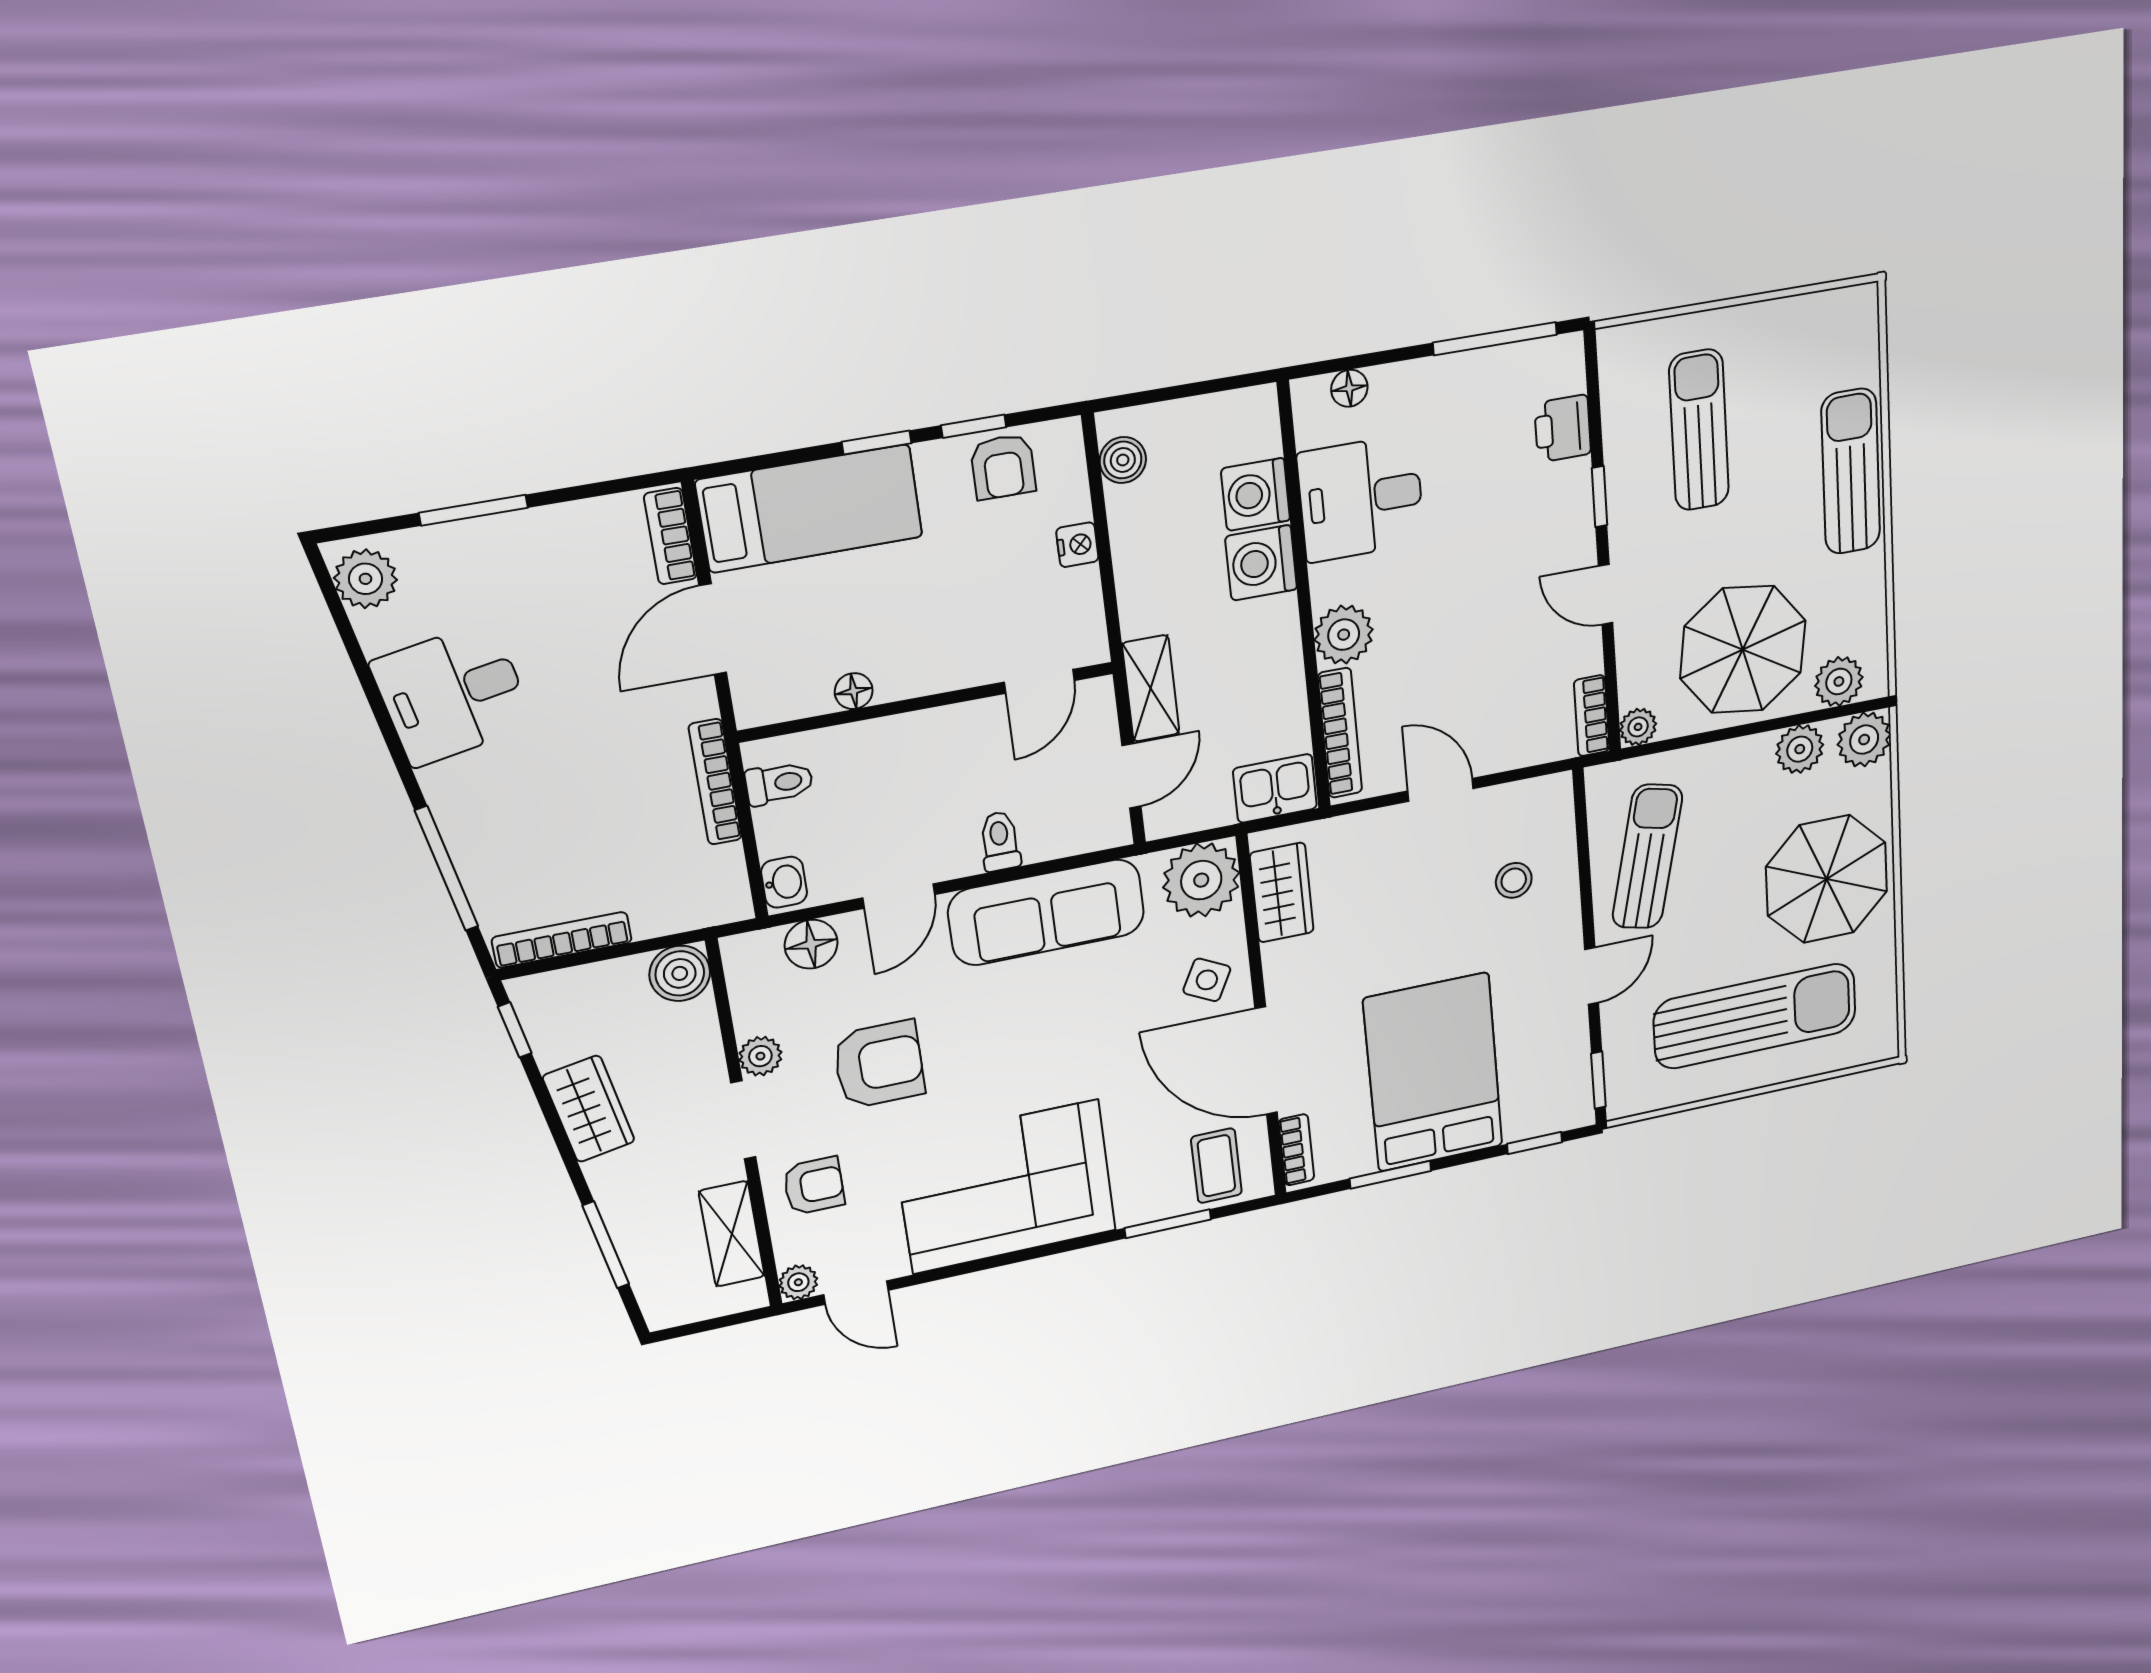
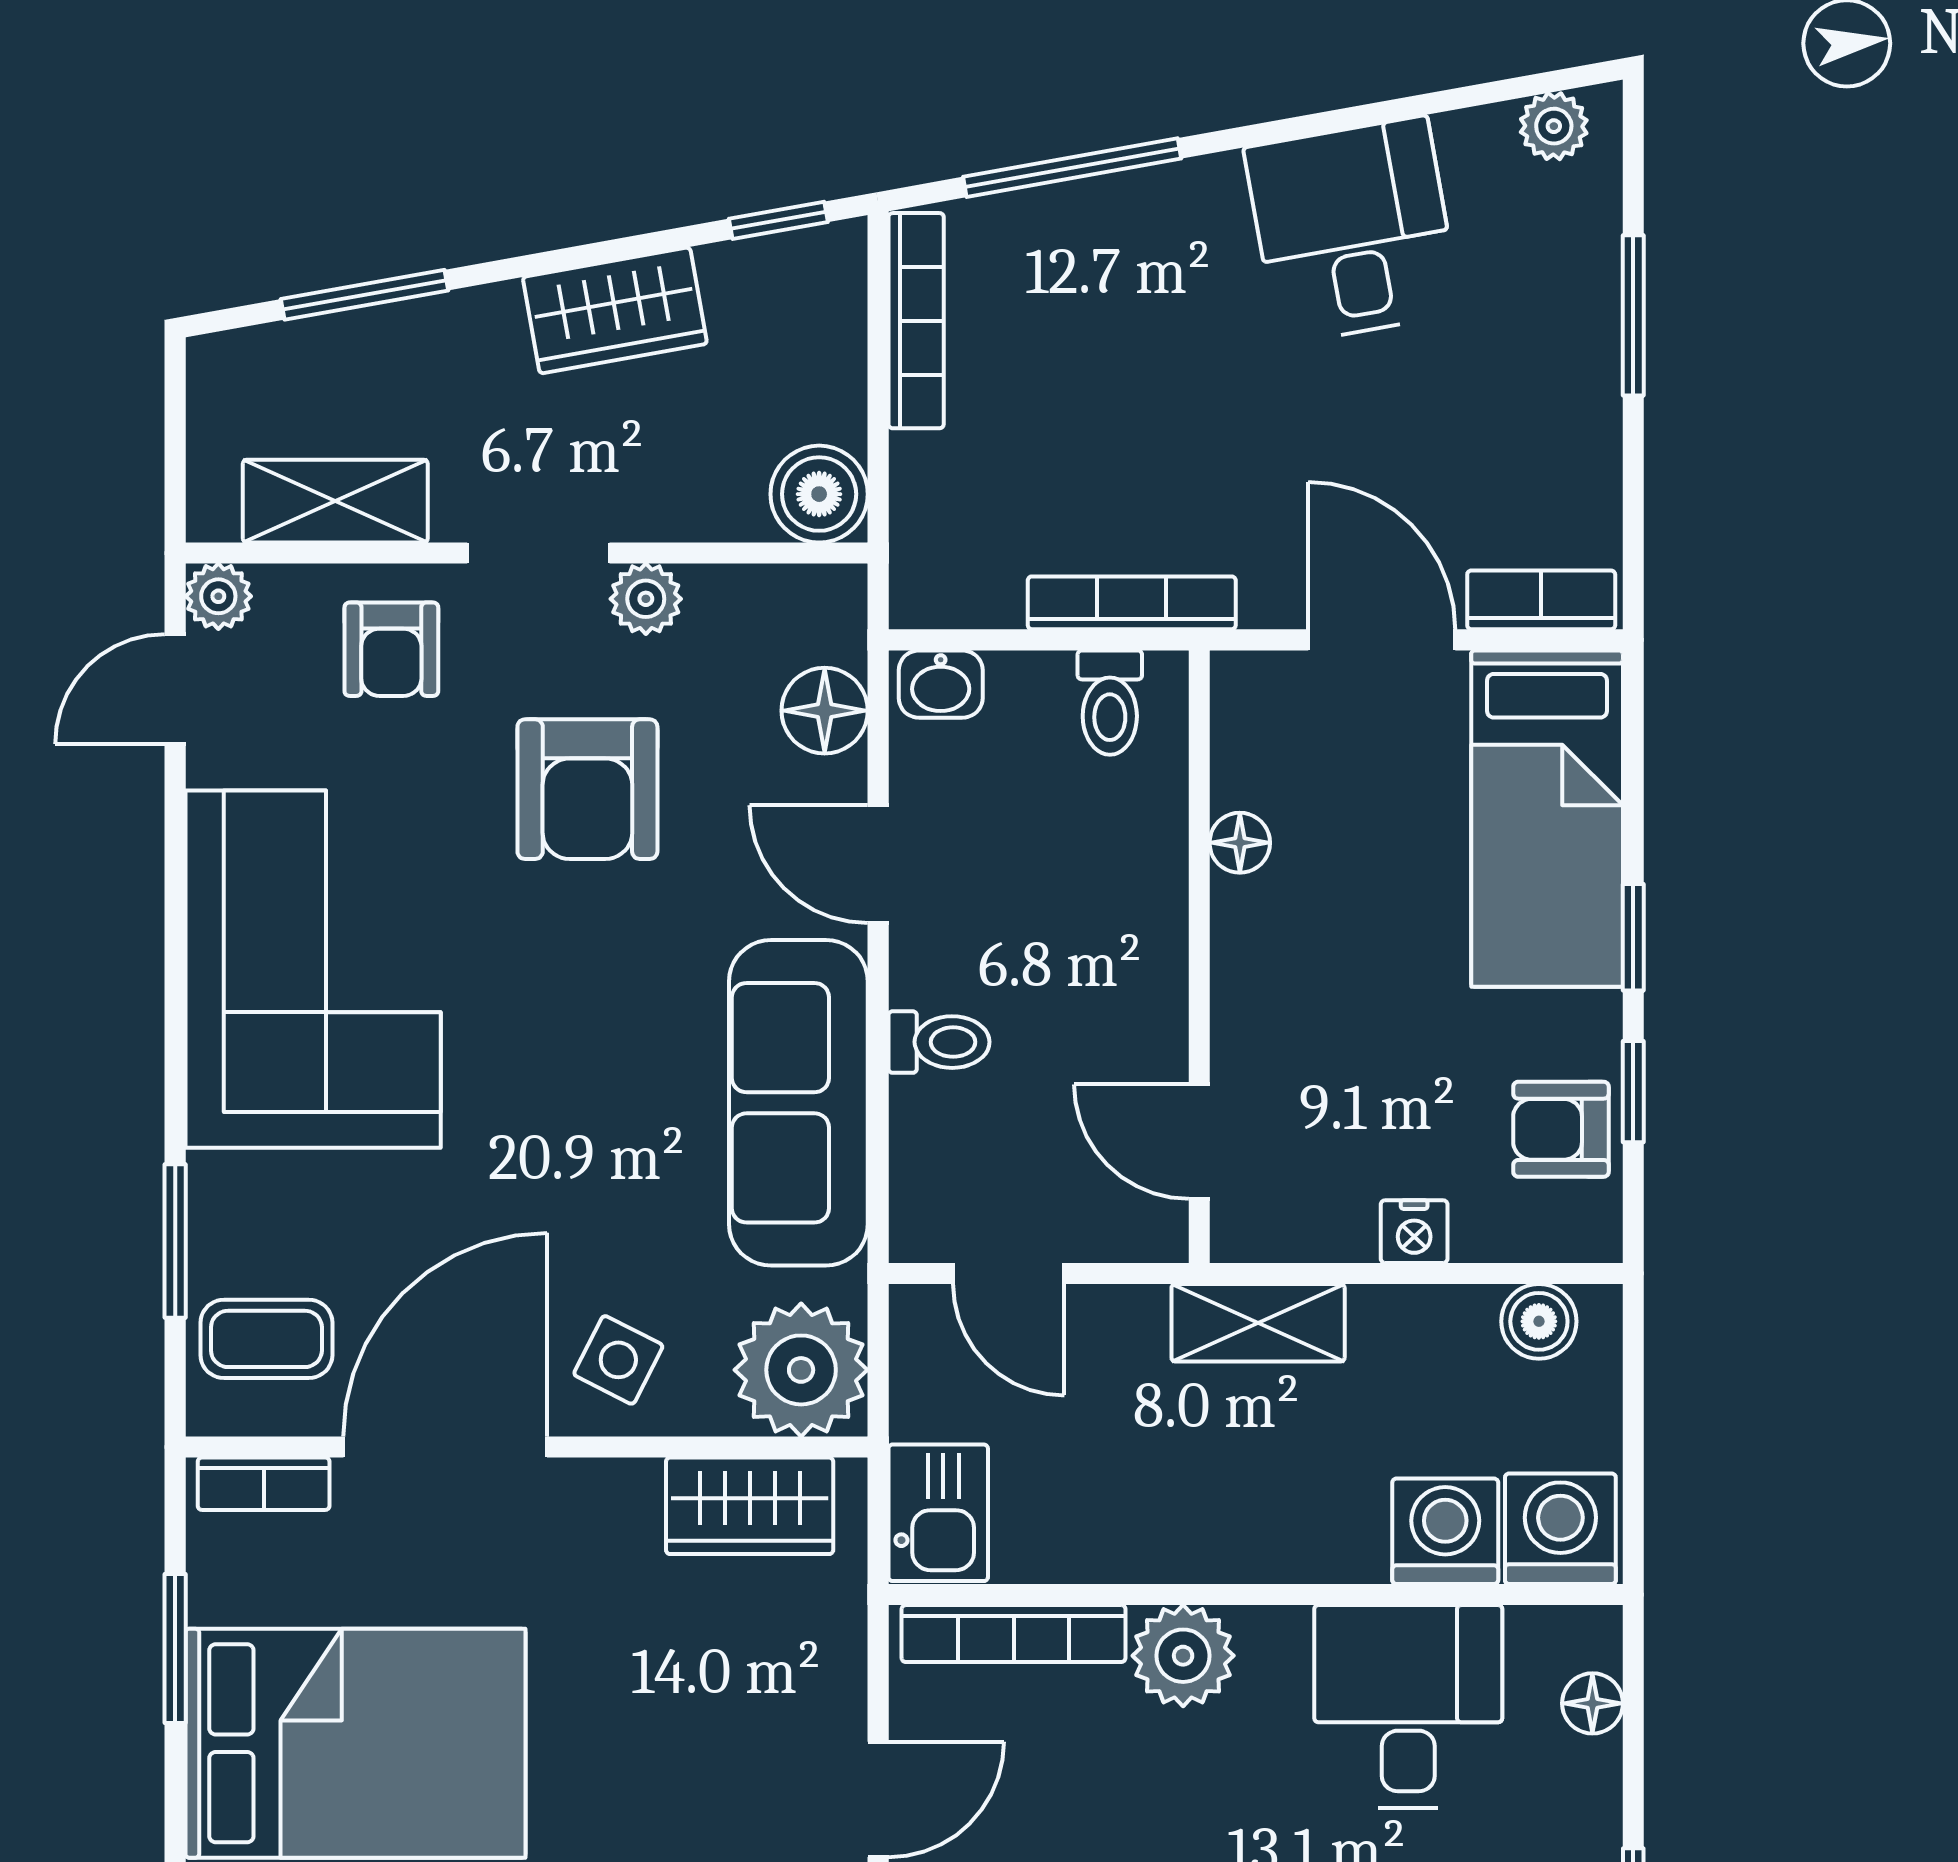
washing machine: (1261, 563) -> (1560, 1529), moved
plant: (365, 579) -> (1554, 126), width x0.73, depth x0.73
shelving: (1151, 688) -> (1258, 1323), moved

